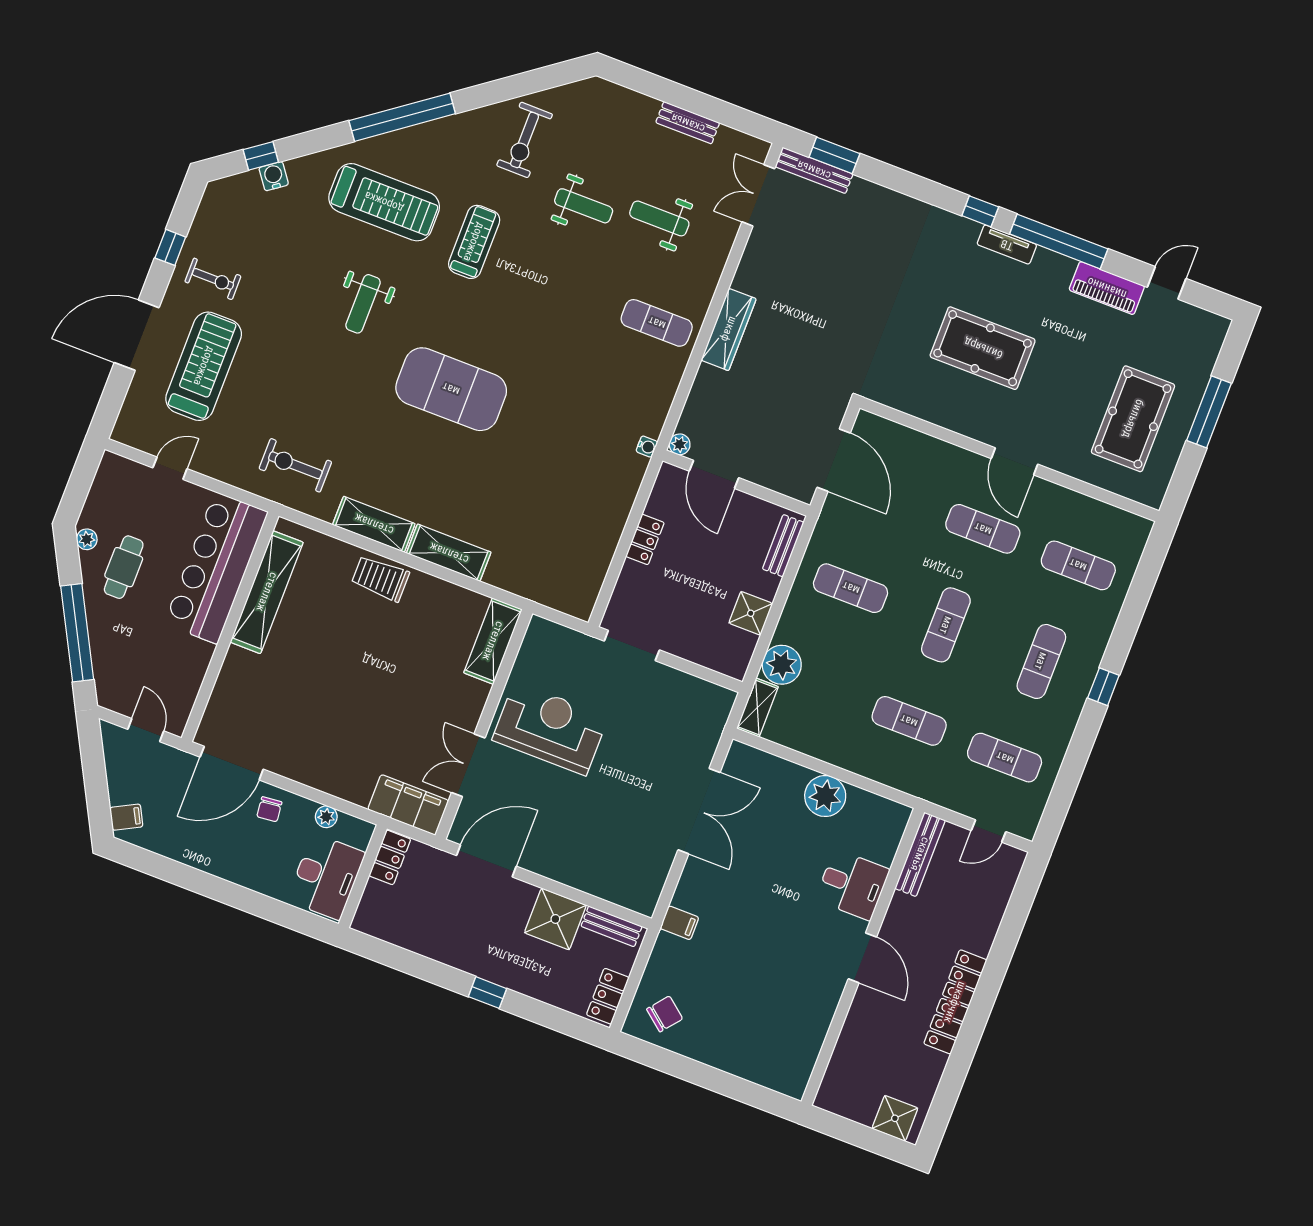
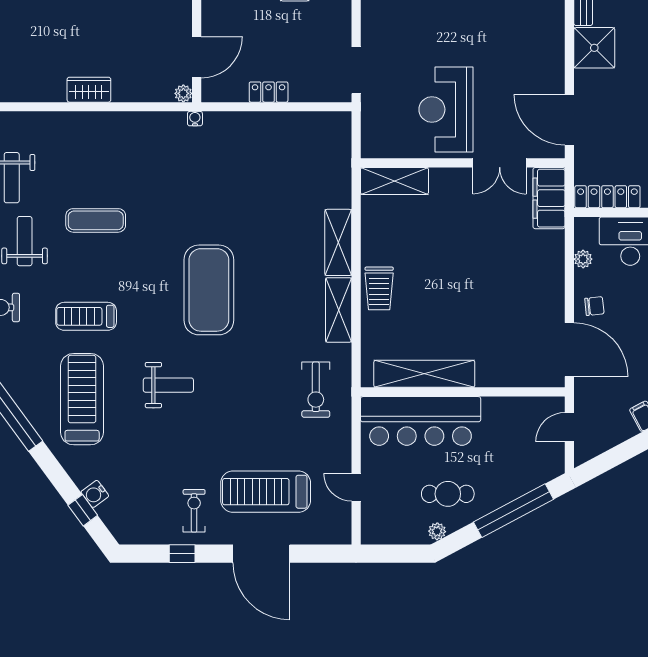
exercise mat: (657, 323) -> (96, 220), moved, turned 90
wardrobe: (729, 329) -> (89, 90), width x0.67
locker: (390, 857) -> (607, 197), width x1.53

